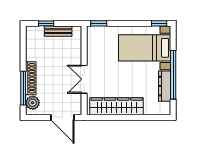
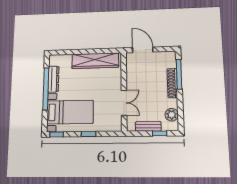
window: (99, 23) -> (89, 134), moved
double door: (84, 79) -> (124, 103), moved
plant: (33, 103) -> (172, 115), moved

